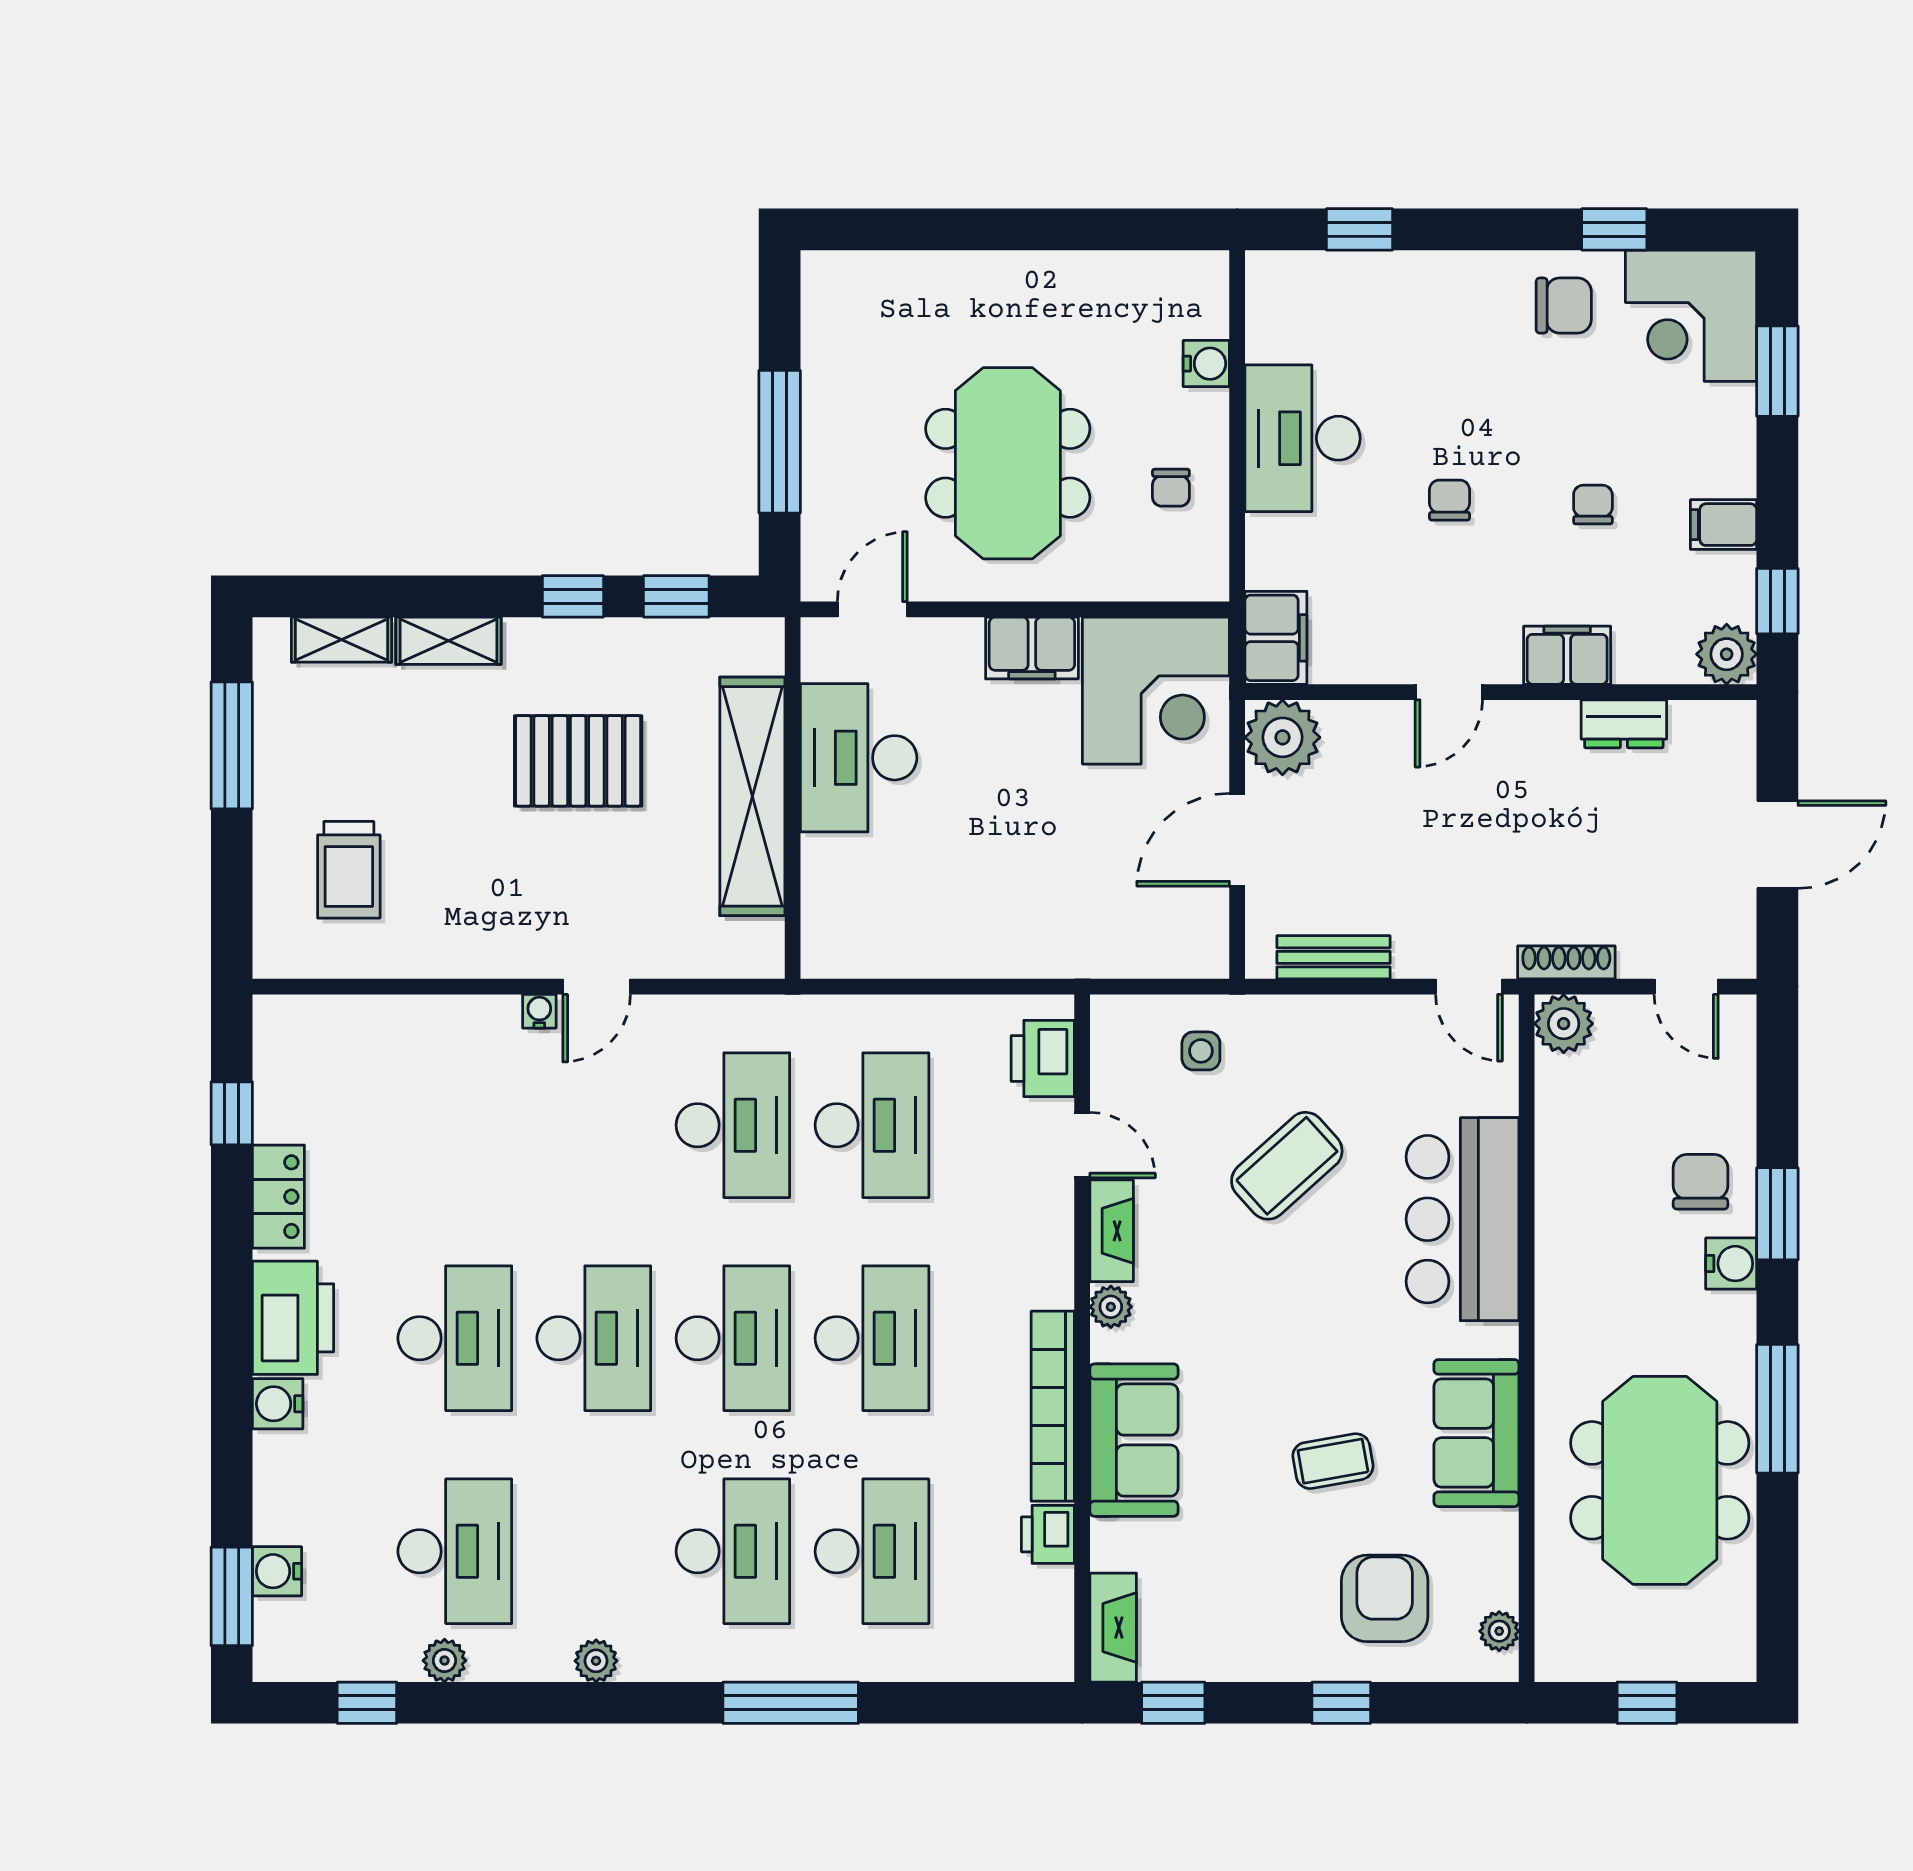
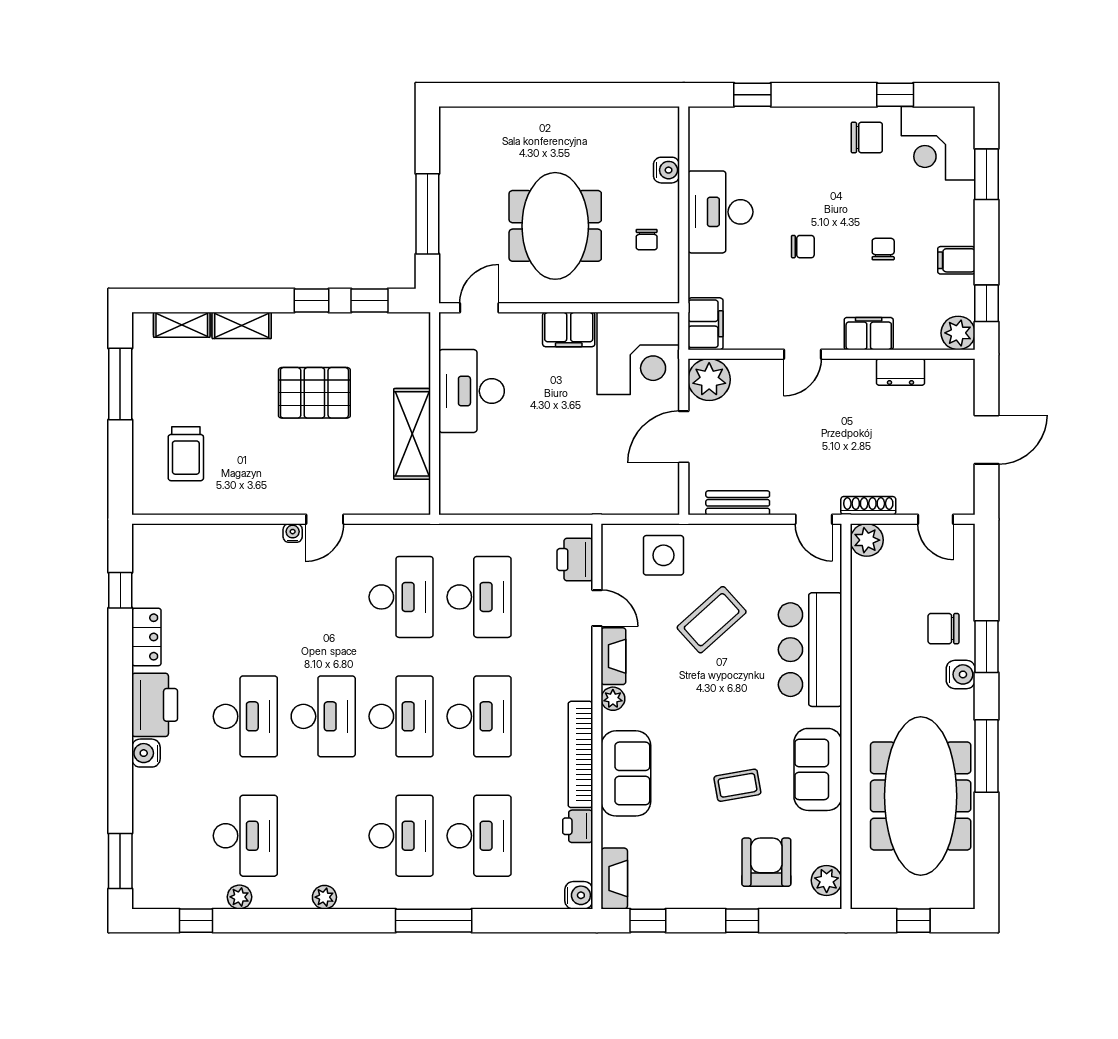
chair: (1450, 500) -> (803, 247), turned 90
shelving: (752, 796) -> (412, 434), width x0.68
side table: (1201, 1051) -> (663, 555), width x1.87, depth x1.87
chair: (1701, 1182) -> (943, 629), turned -90
meeting table: (1660, 1480) -> (921, 796), width x1.36
water cooler: (277, 1571) -> (579, 895), moved, turned 180
plant: (1499, 1631) -> (827, 880), width x1.38, depth x1.38

